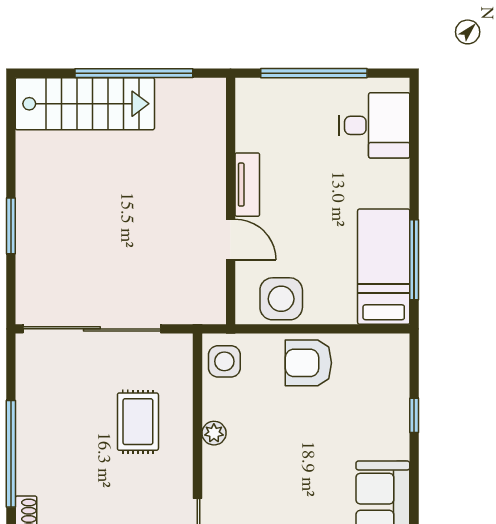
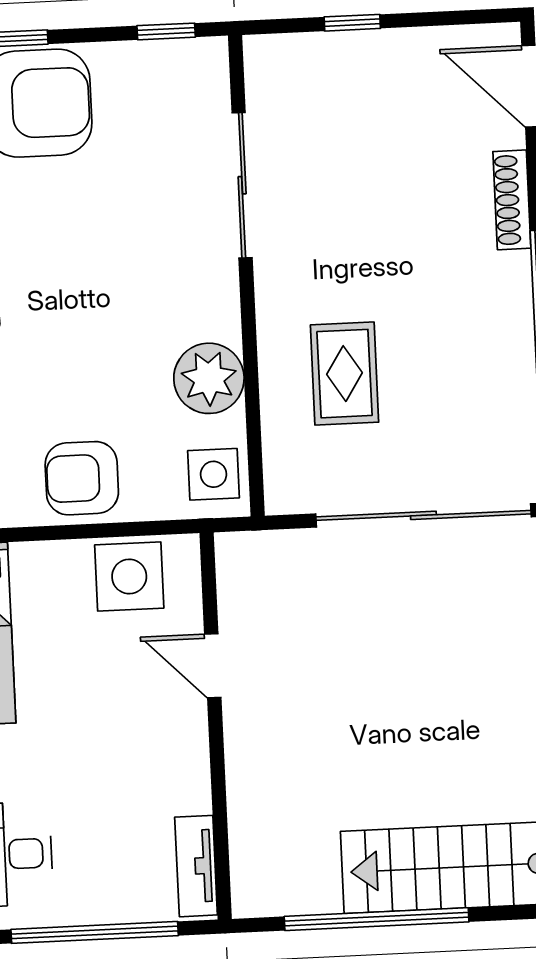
tv unit: (247, 185) -> (196, 866), moved
armchair: (308, 363) -> (82, 478), turned 180
plant: (214, 433) -> (209, 378), width x1.87, depth x1.87

